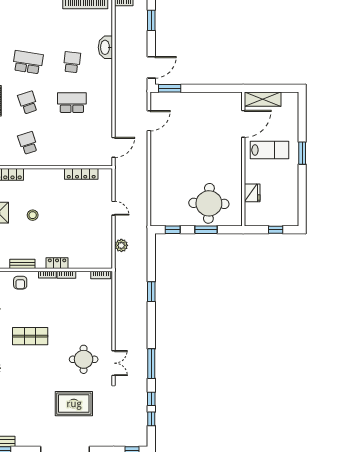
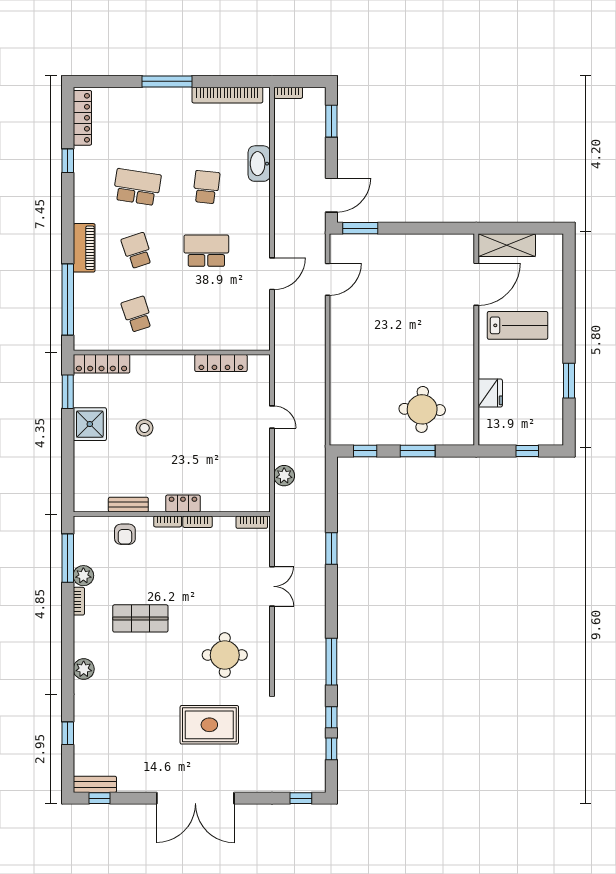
door: (114, 147) -> (272, 274), moved
window: (302, 153) -> (569, 381), moved
round table: (209, 203) -> (422, 409), width x0.73, depth x0.73
double door: (114, 363) -> (272, 586), moved

